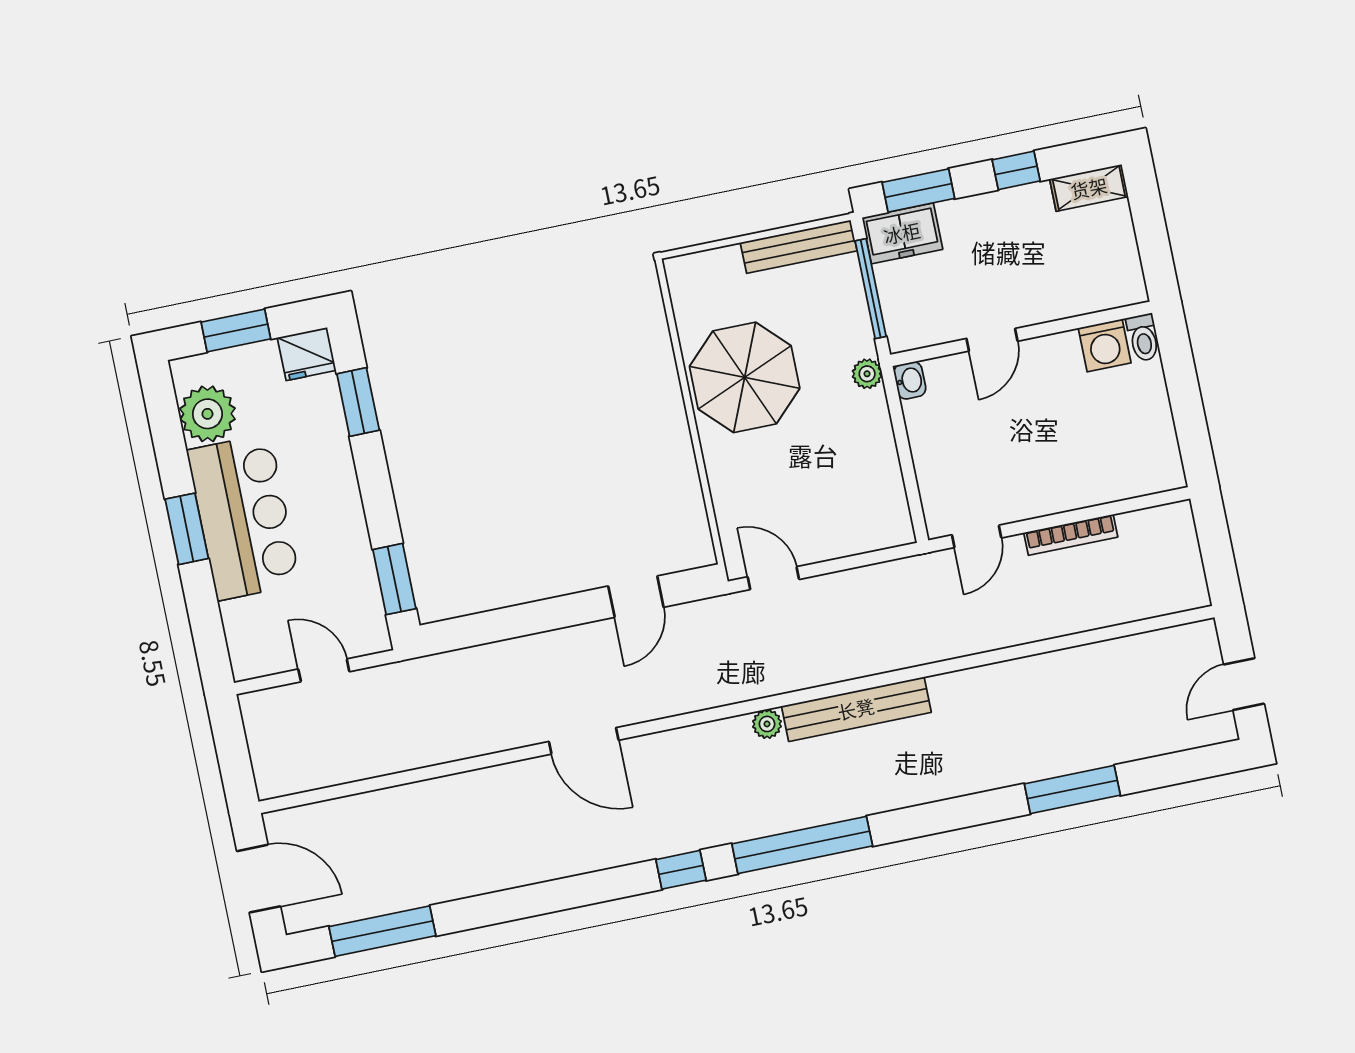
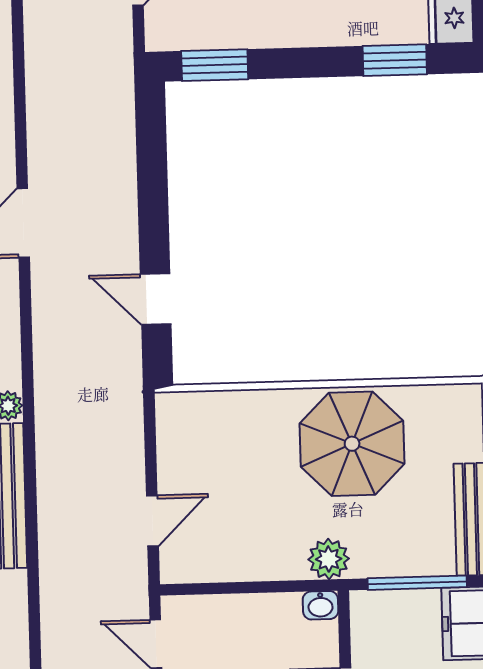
plant: (867, 374) -> (329, 559), width x1.38, depth x1.38
door: (773, 578) -> (152, 521), moved

